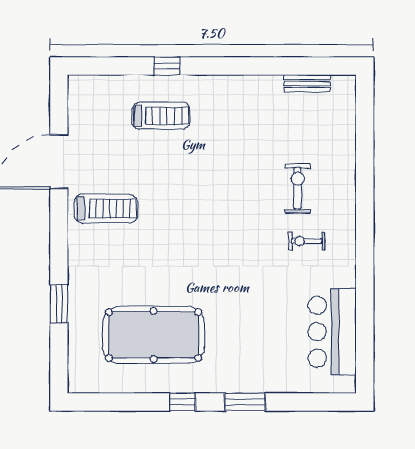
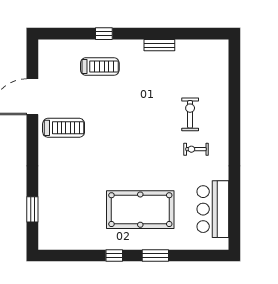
bench: (307, 83) -> (159, 45), moved
window: (59, 304) -> (32, 209), moved
pool table: (154, 335) -> (140, 210), moved

